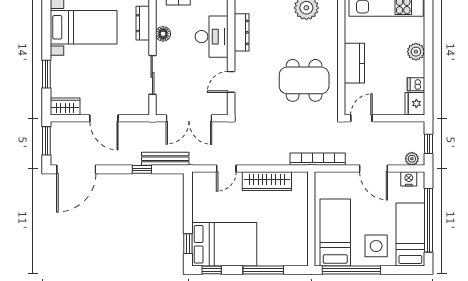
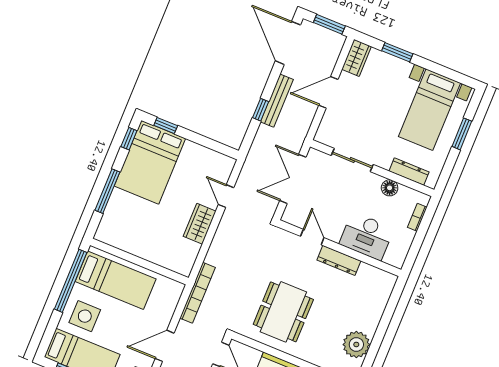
dresser: (242, 32) -> (339, 260), moved
bench: (165, 159) -> (277, 101), moved
wardrobe: (267, 181) -> (200, 224), width x0.67

